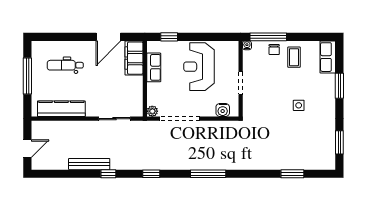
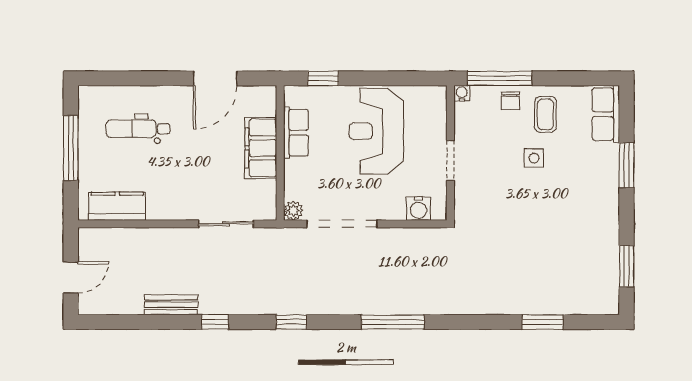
filing cabinet: (134, 58) -> (261, 148), moved
side table: (299, 105) -> (534, 158), moved
kitchen counter: (61, 109) -> (117, 206), width x0.67
bench: (89, 164) -> (171, 305), width x0.73

